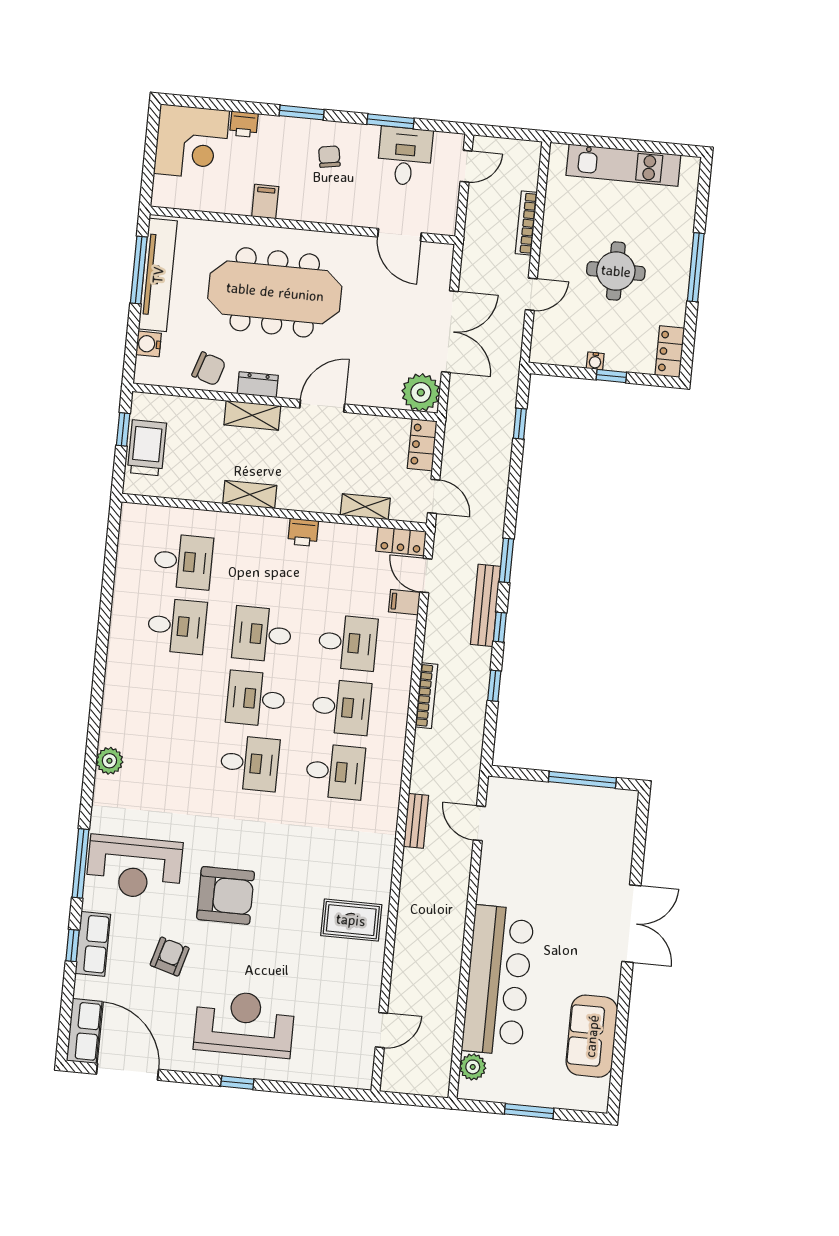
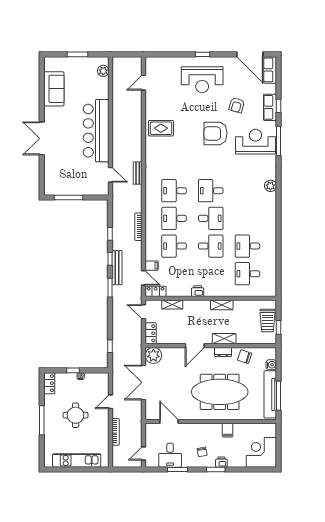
printer: (244, 124) -> (221, 462), moved
bar counter: (498, 980) -> (96, 131), moved

